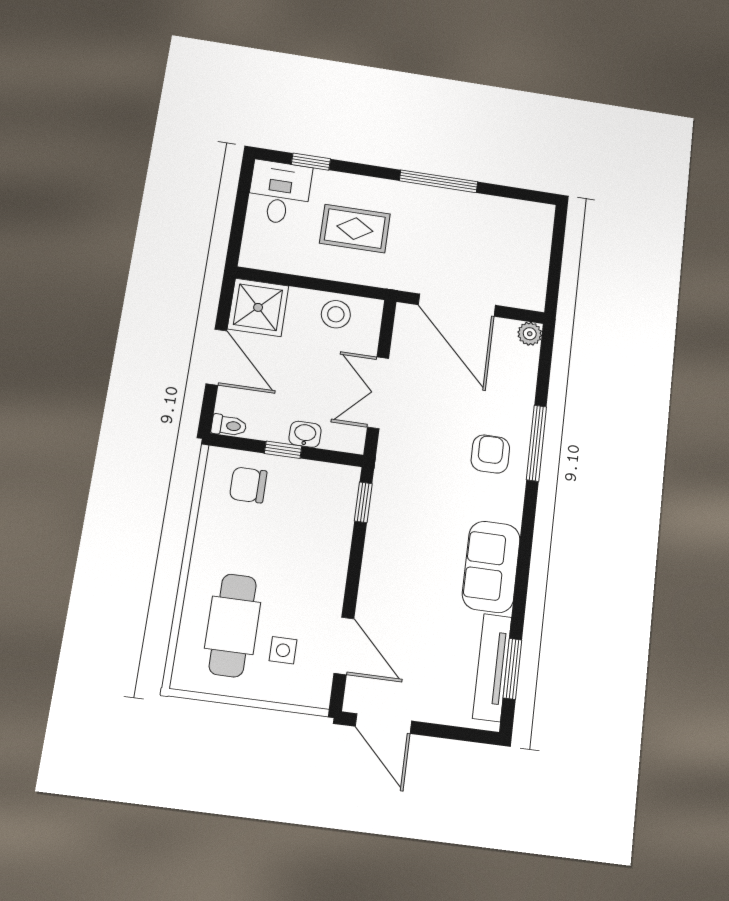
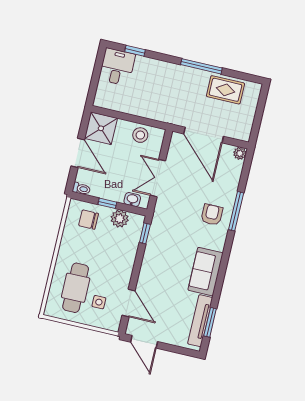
rug: (355, 229) -> (225, 90), moved
washbasin: (305, 434) -> (132, 200), moved
plant: (310, 478) -> (120, 219), added

